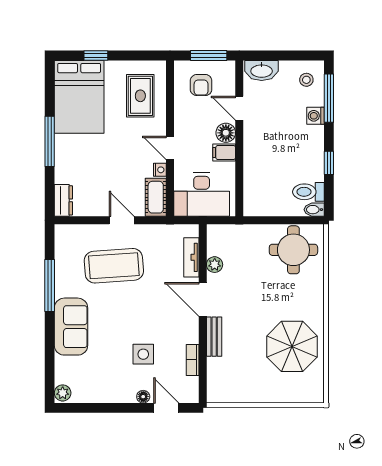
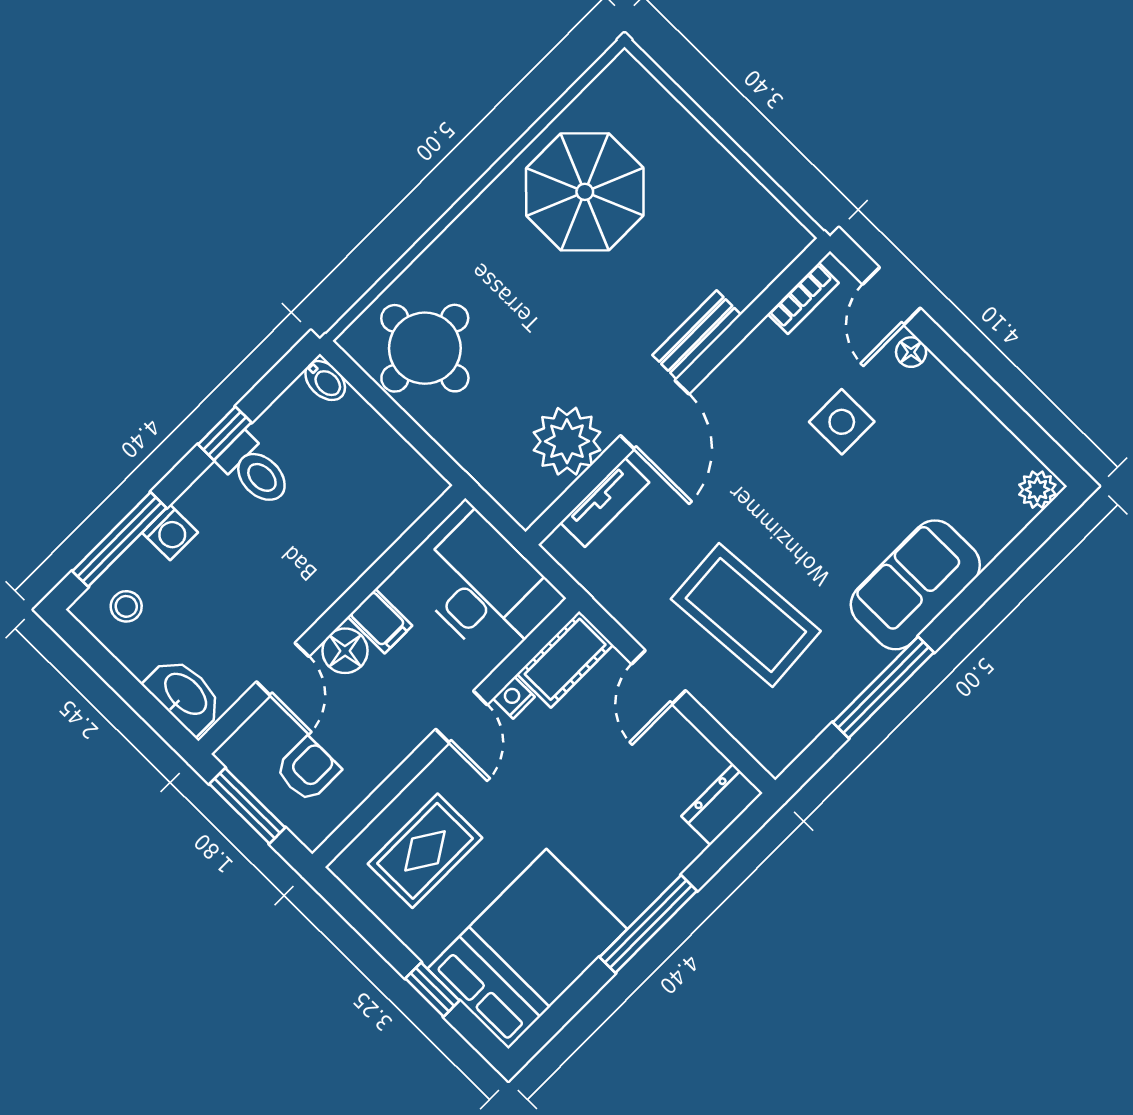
toilet: (308, 192) -> (255, 470), moved
plant: (215, 265) -> (567, 441), width x1.87, depth x1.87
bookcase: (193, 360) -> (803, 298), moved

